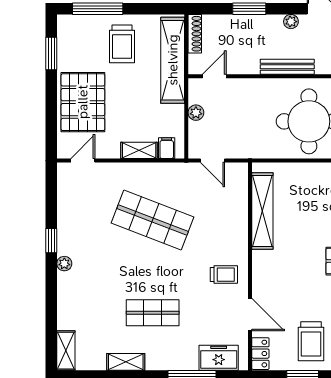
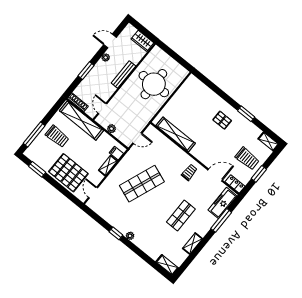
freezer: (219, 358) -> (223, 203), width x1.40

